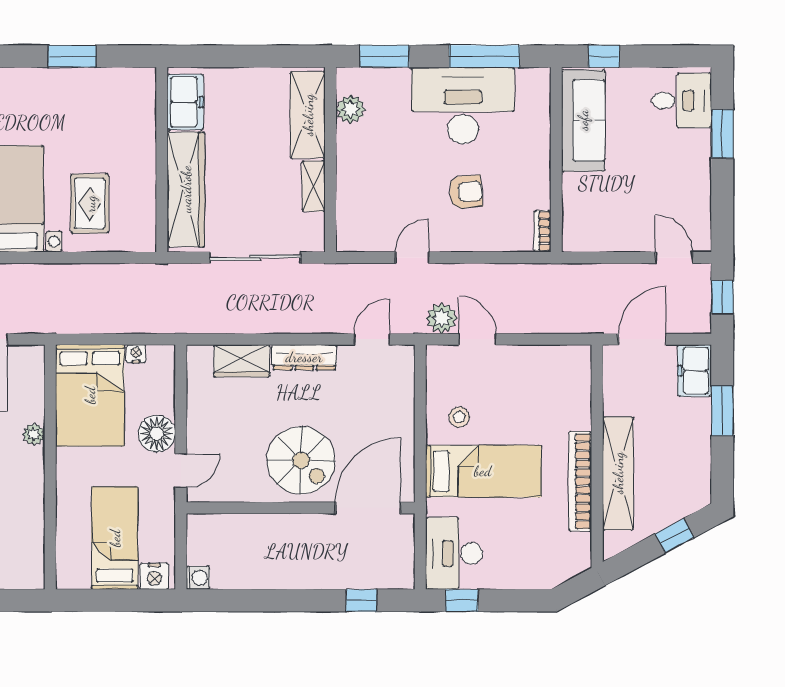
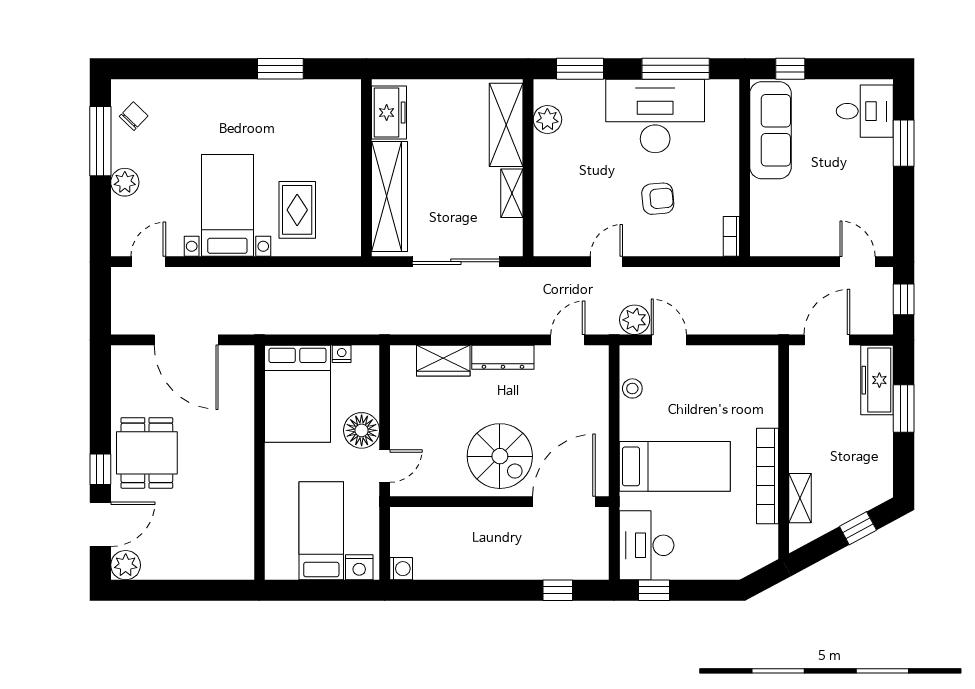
freezer: (694, 371) -> (877, 380), width x1.40
stool: (459, 417) -> (632, 388), moved
plant: (34, 434) -> (244, 431), removed
shelving: (618, 473) -> (800, 498), width x0.45, depth x0.75

